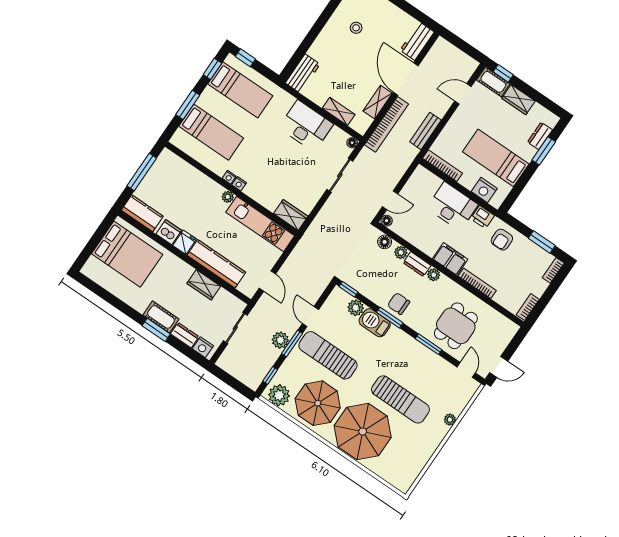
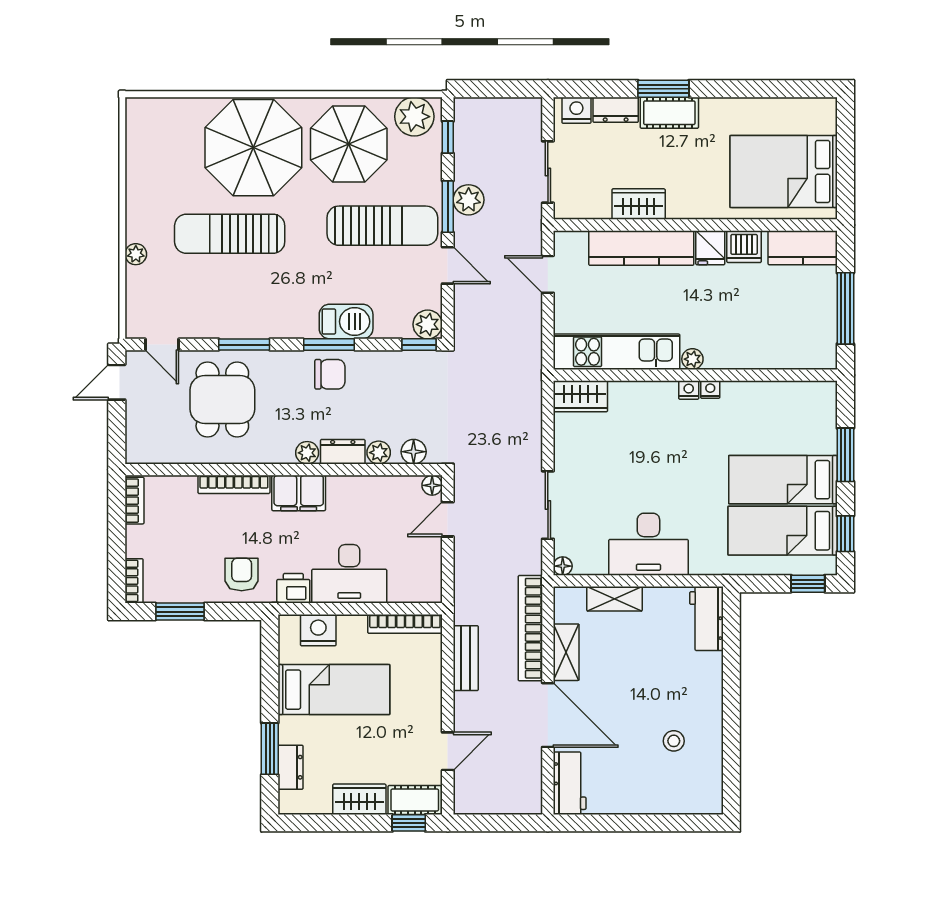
bed: (211, 132) -> (783, 480), moved
plant: (356, 308) -> (428, 324), moved

